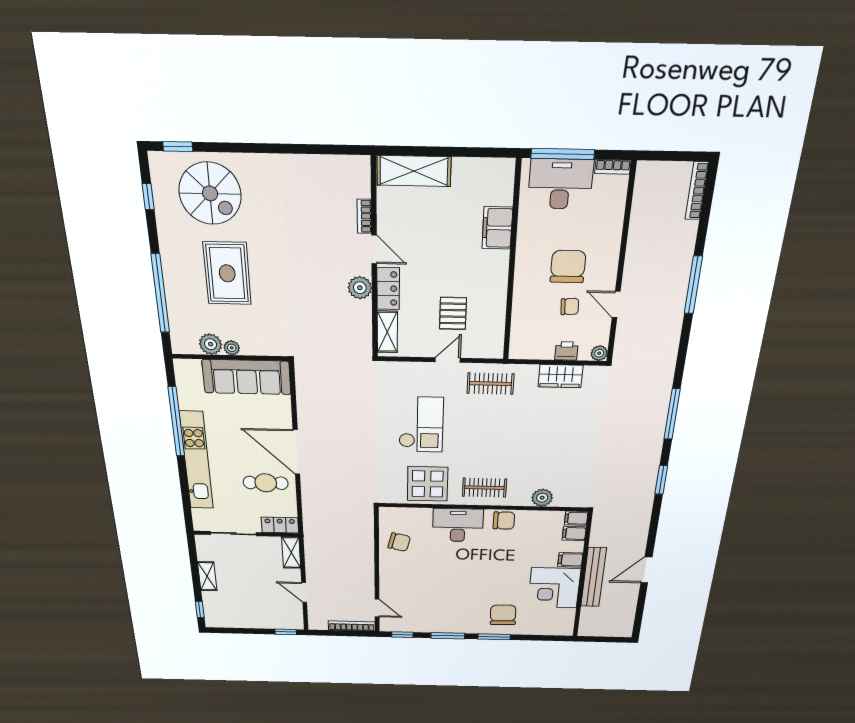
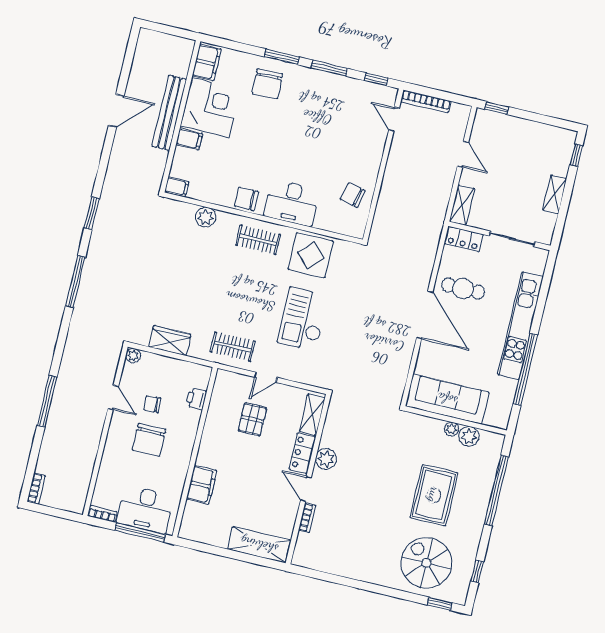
bookcase: (697, 191) -> (36, 489), width x0.64
printer: (566, 351) -> (196, 399), moved, turned 90
filing cabinet: (574, 533) -> (207, 62), moved, width x2.00

